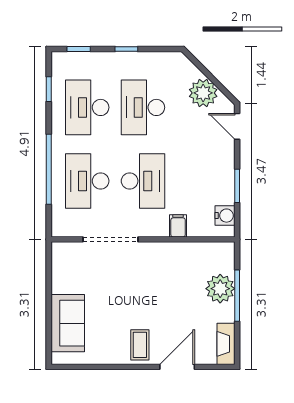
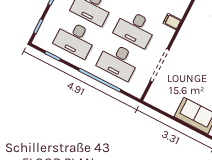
desk: (143, 181) -> (135, 29), turned 180

